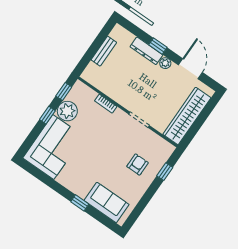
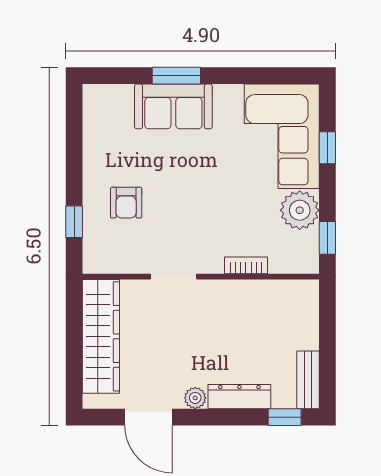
window: (158, 46) -> (285, 417), moved
bench: (104, 51) -> (308, 380), moved
window: (47, 115) -> (327, 148), moved
window: (80, 203) -> (176, 76), width x1.50
sofa: (107, 203) -> (173, 106), moved

